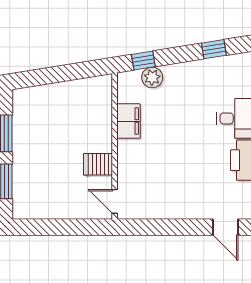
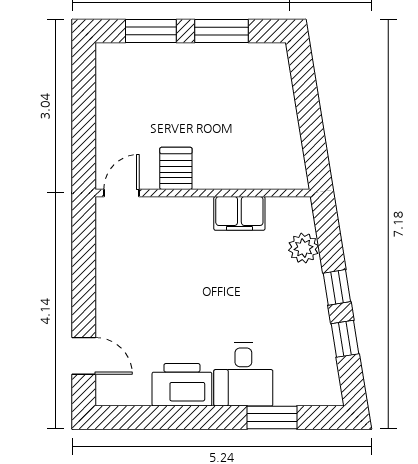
window: (143, 60) -> (337, 287), moved
door: (226, 227) -> (84, 356), swing flipped

